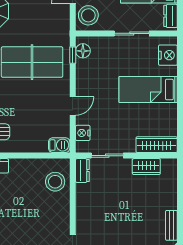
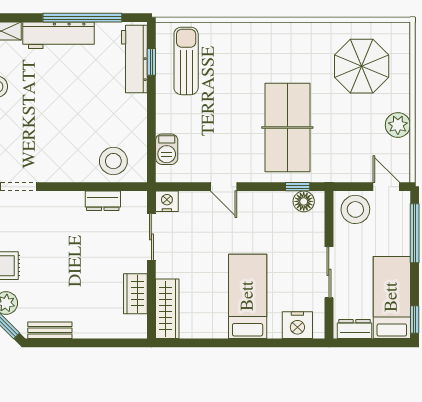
nightstand: (83, 133) -> (167, 201), moved
barbecue: (59, 145) -> (167, 149), moved
dresser: (82, 171) -> (103, 201), moved

